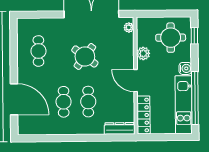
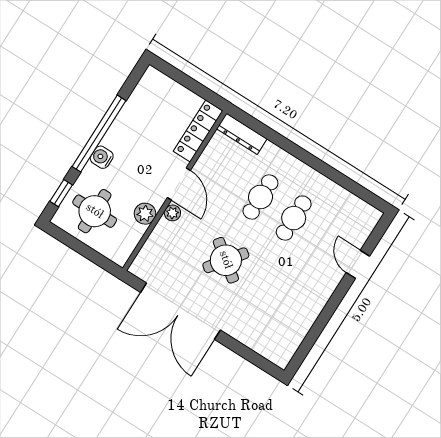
plant: (129, 28) -> (172, 213), moved
cafe table: (38, 51) -> (283, 308), removed
window: (195, 98) -> (99, 134), moved
door: (14, 99) -> (358, 264), width x0.53
kitchen unit: (184, 105) -> (135, 110), removed

